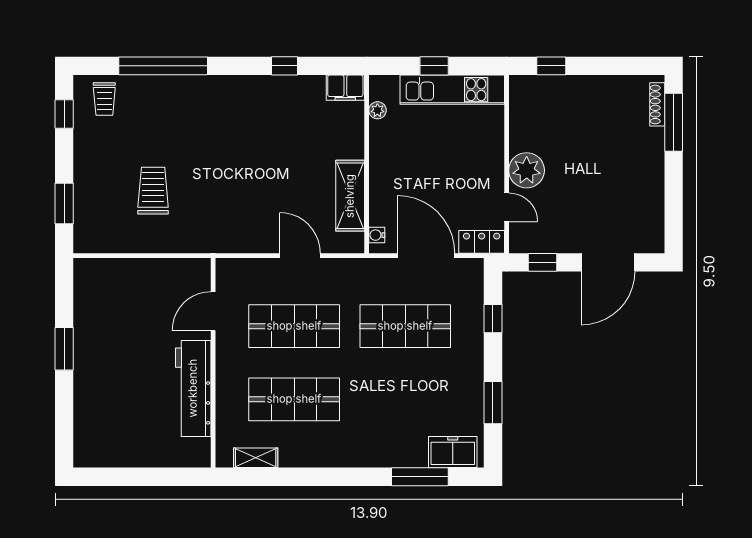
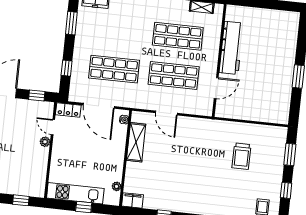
window: (64, 114) -> (286, 190), moved
plant: (527, 170) -> (45, 142), width x0.53, depth x0.53

